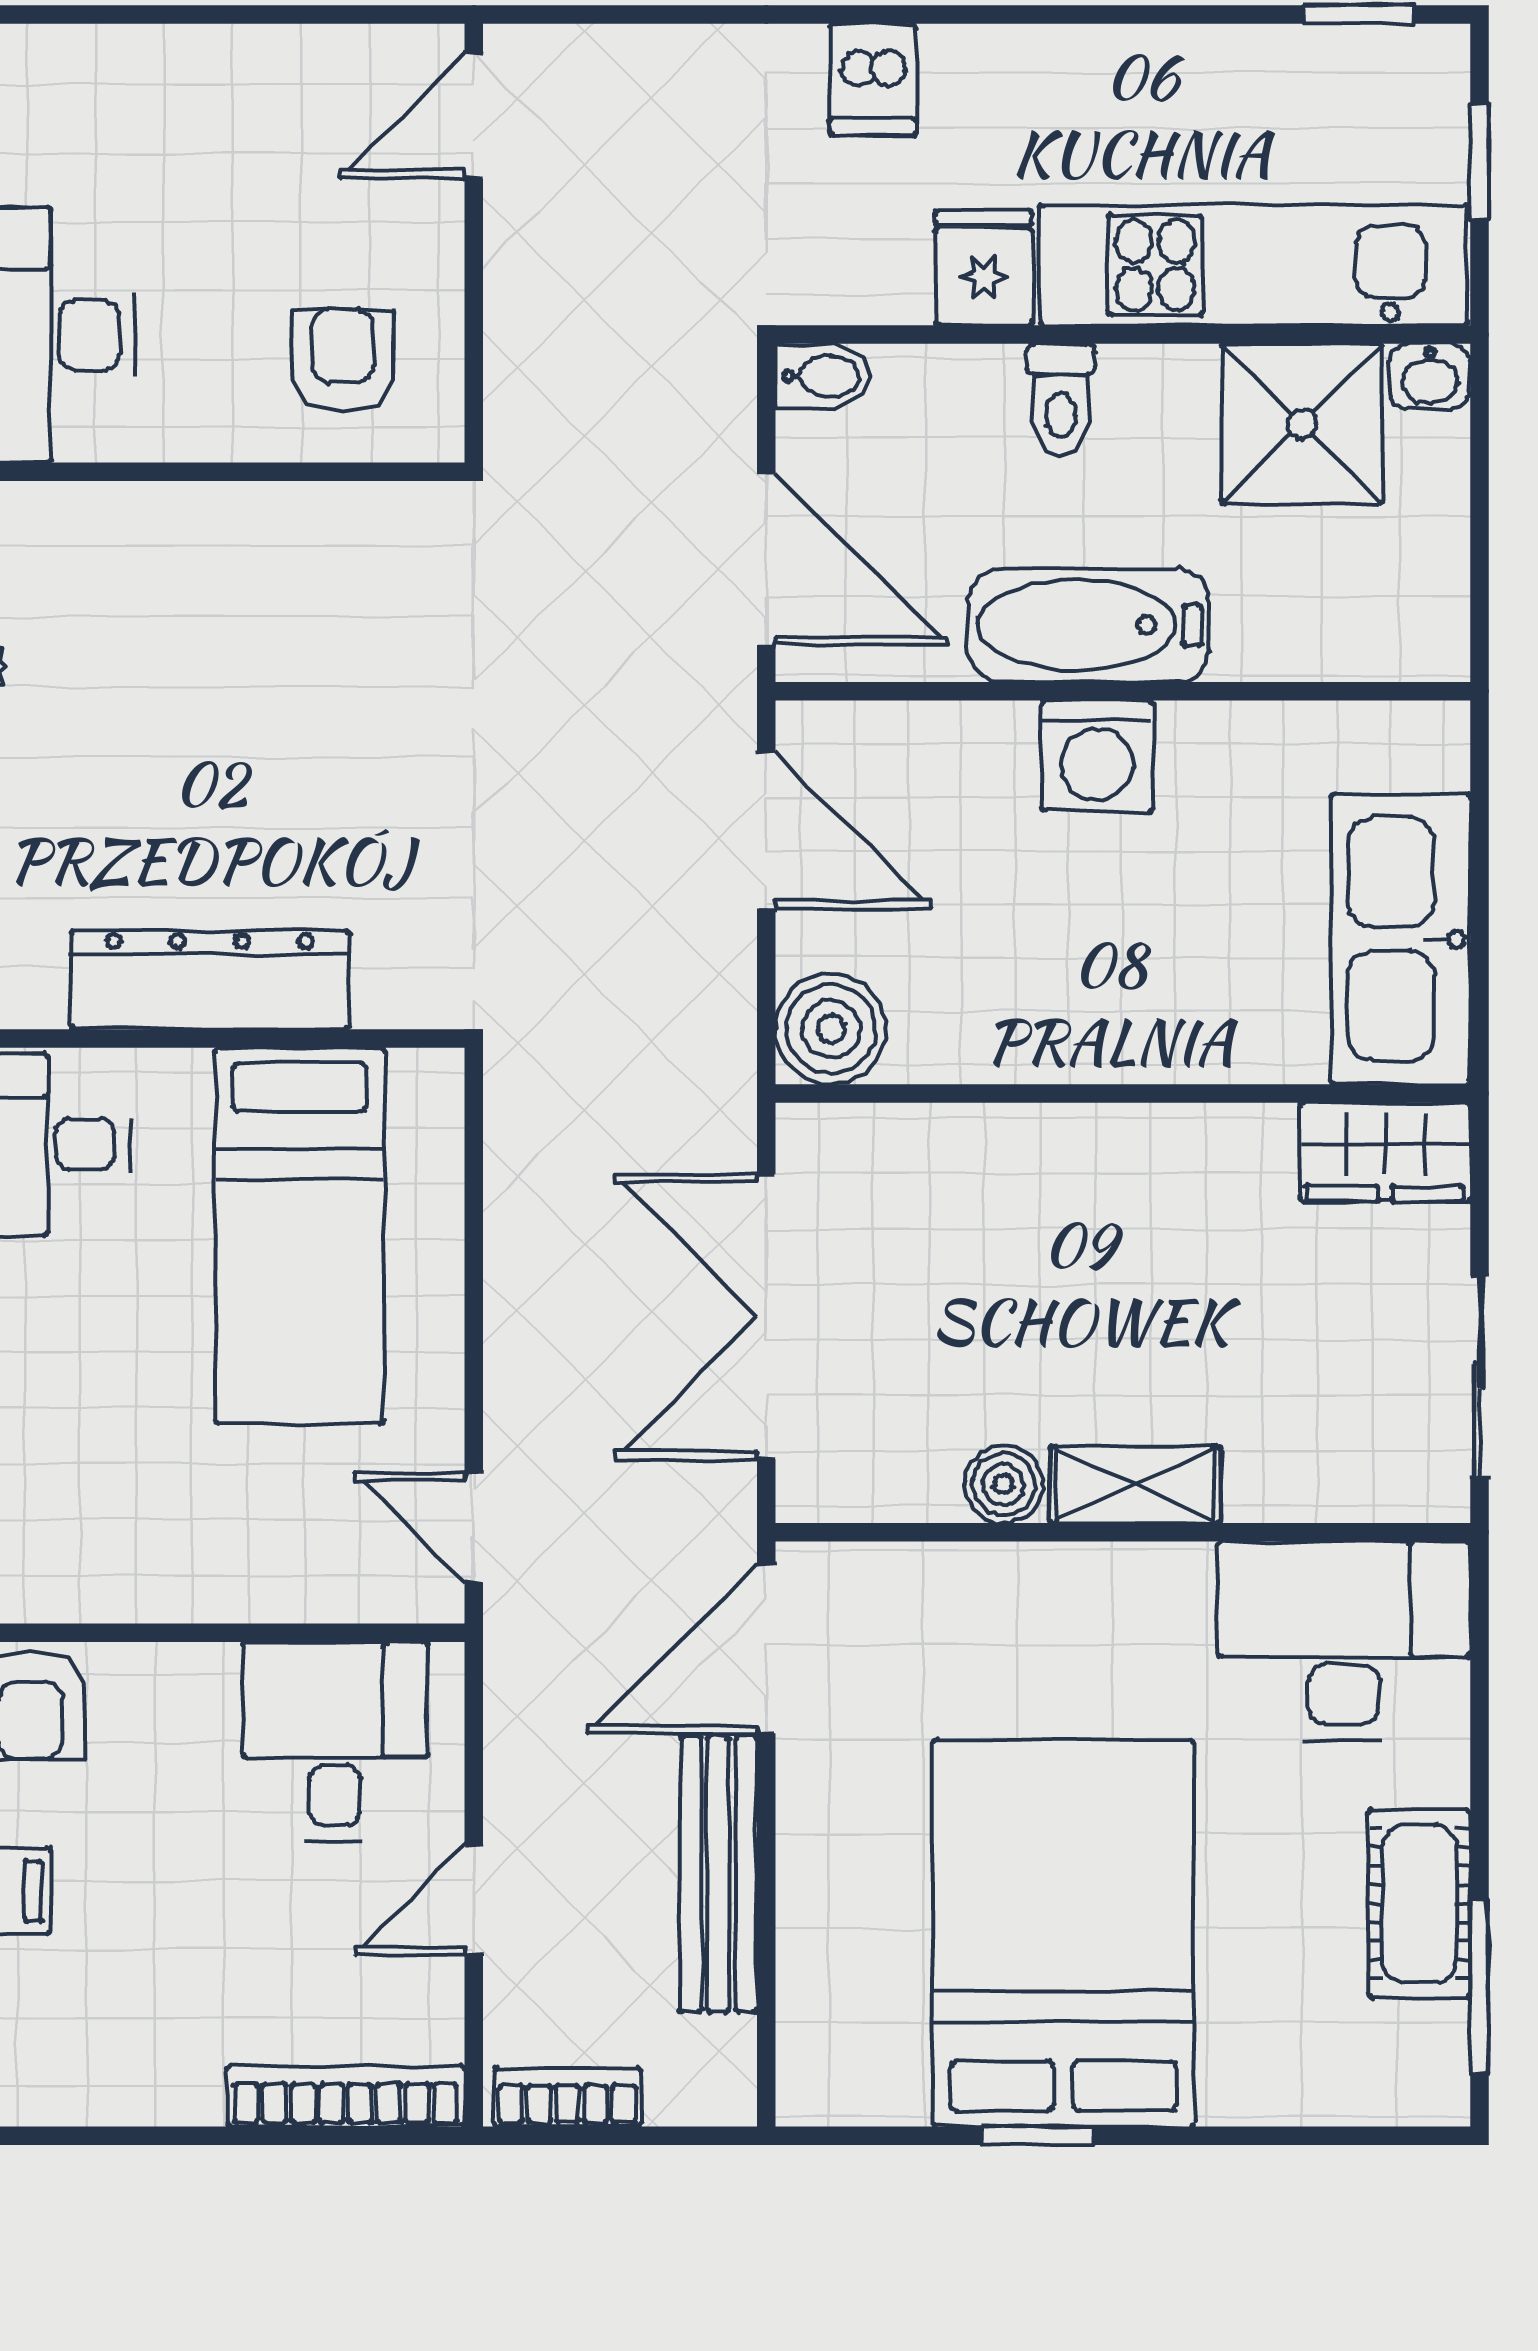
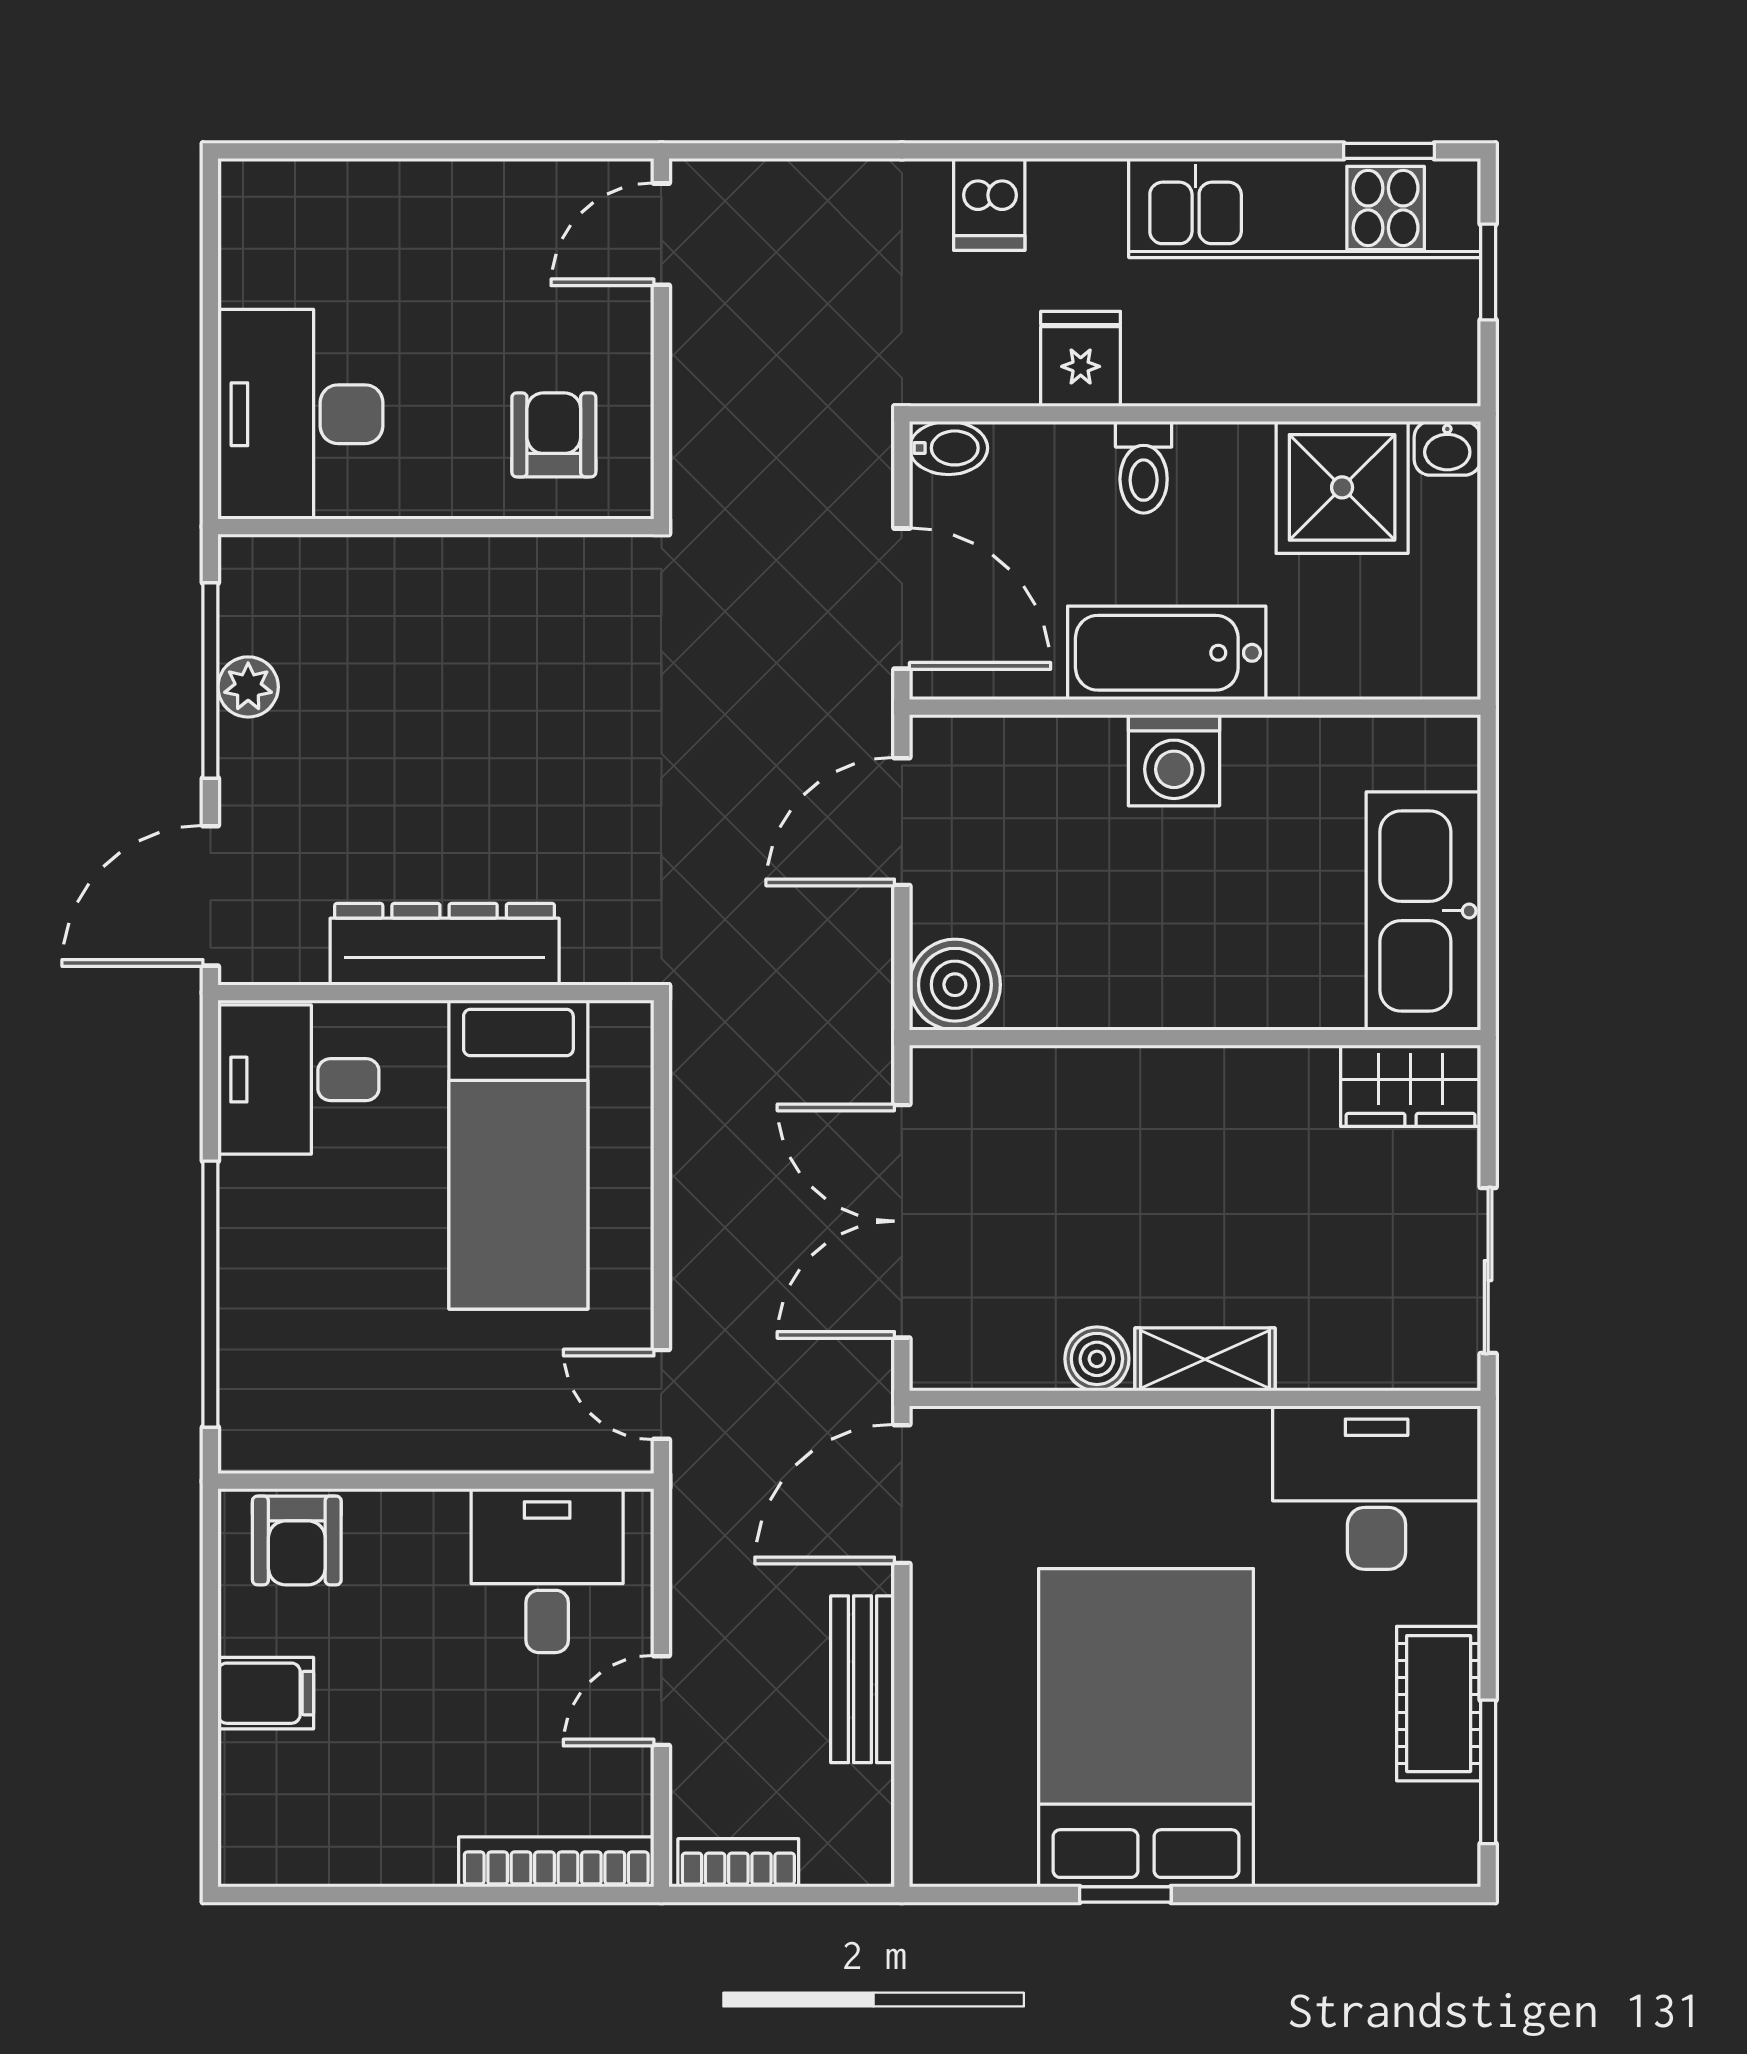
kitchen unit: (1254, 265) -> (1305, 208), moved, turned 180
door: (766, 831) -> (902, 822), swing flipped
bench: (718, 1874) -> (863, 1679), width x0.73

